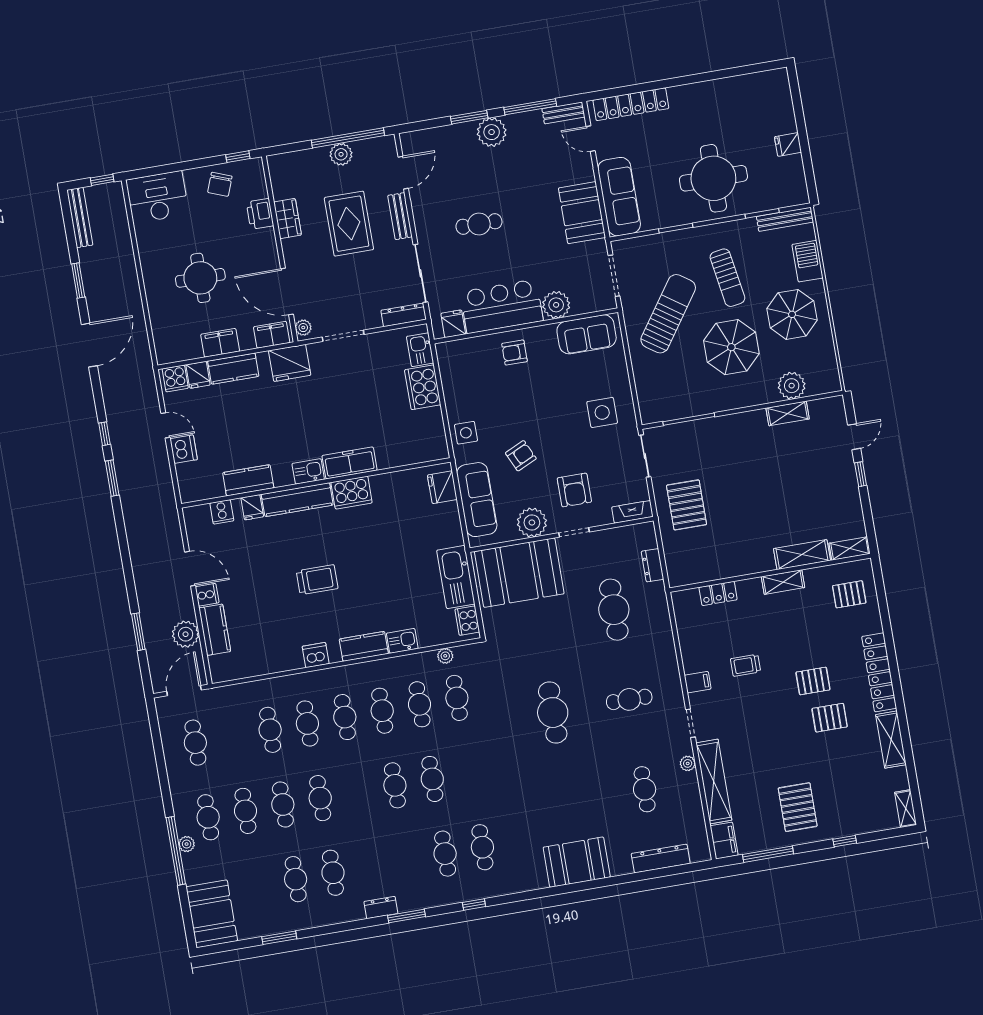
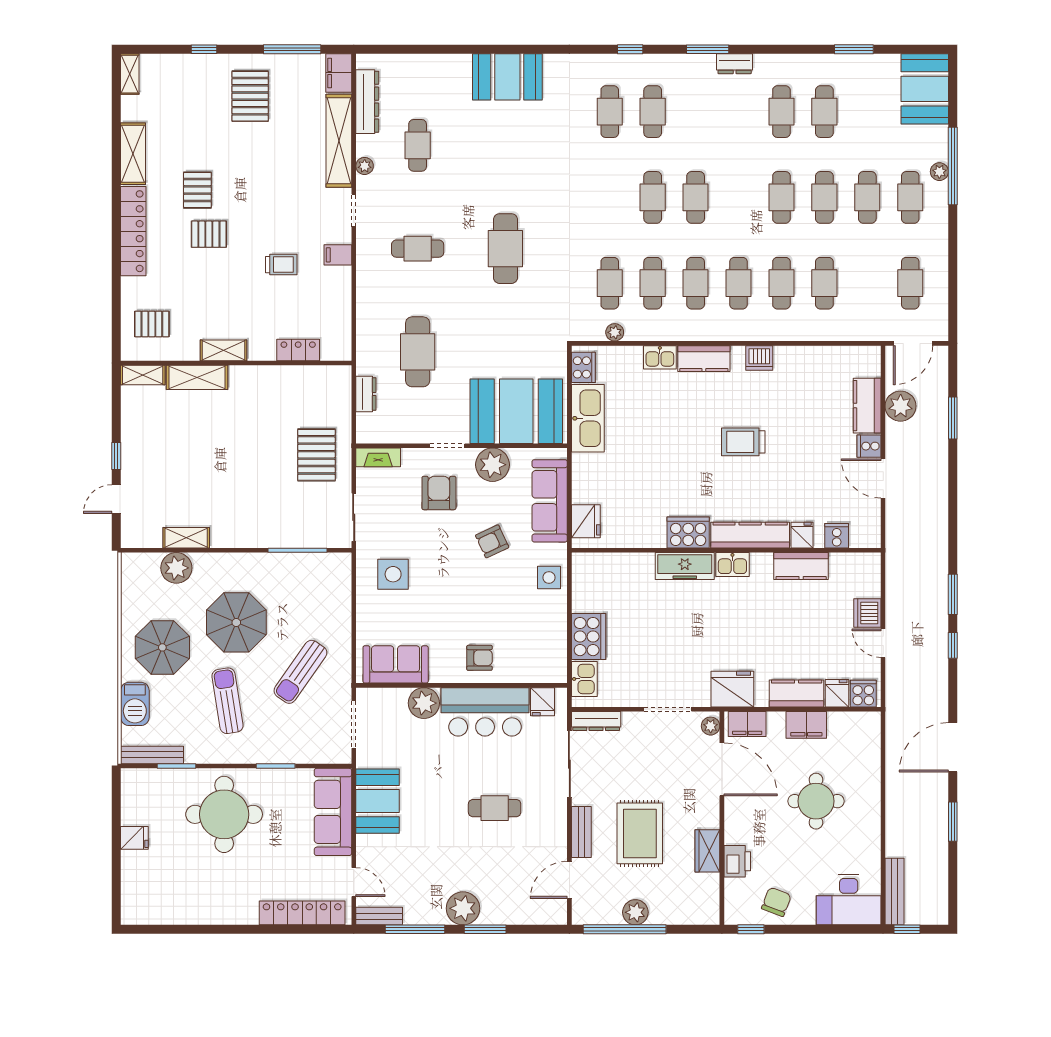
bench: (80, 217) -> (895, 892), moved
sun lounger: (668, 314) -> (300, 672), width x0.73, depth x0.75
pallet: (830, 718) -> (197, 190), turned 90
dresser: (661, 858) -> (367, 102), moved, turned -90

